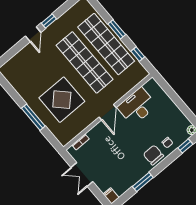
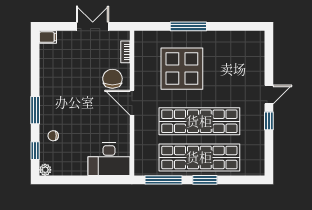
door: (33, 34) -> (269, 95), swing flipped
window: (138, 54) -> (164, 180), width x2.17
desk: (137, 106) -> (109, 159), moved, turned 90
chair: (153, 155) -> (112, 79), moved, turned -90
window: (143, 182) -> (35, 110), moved

